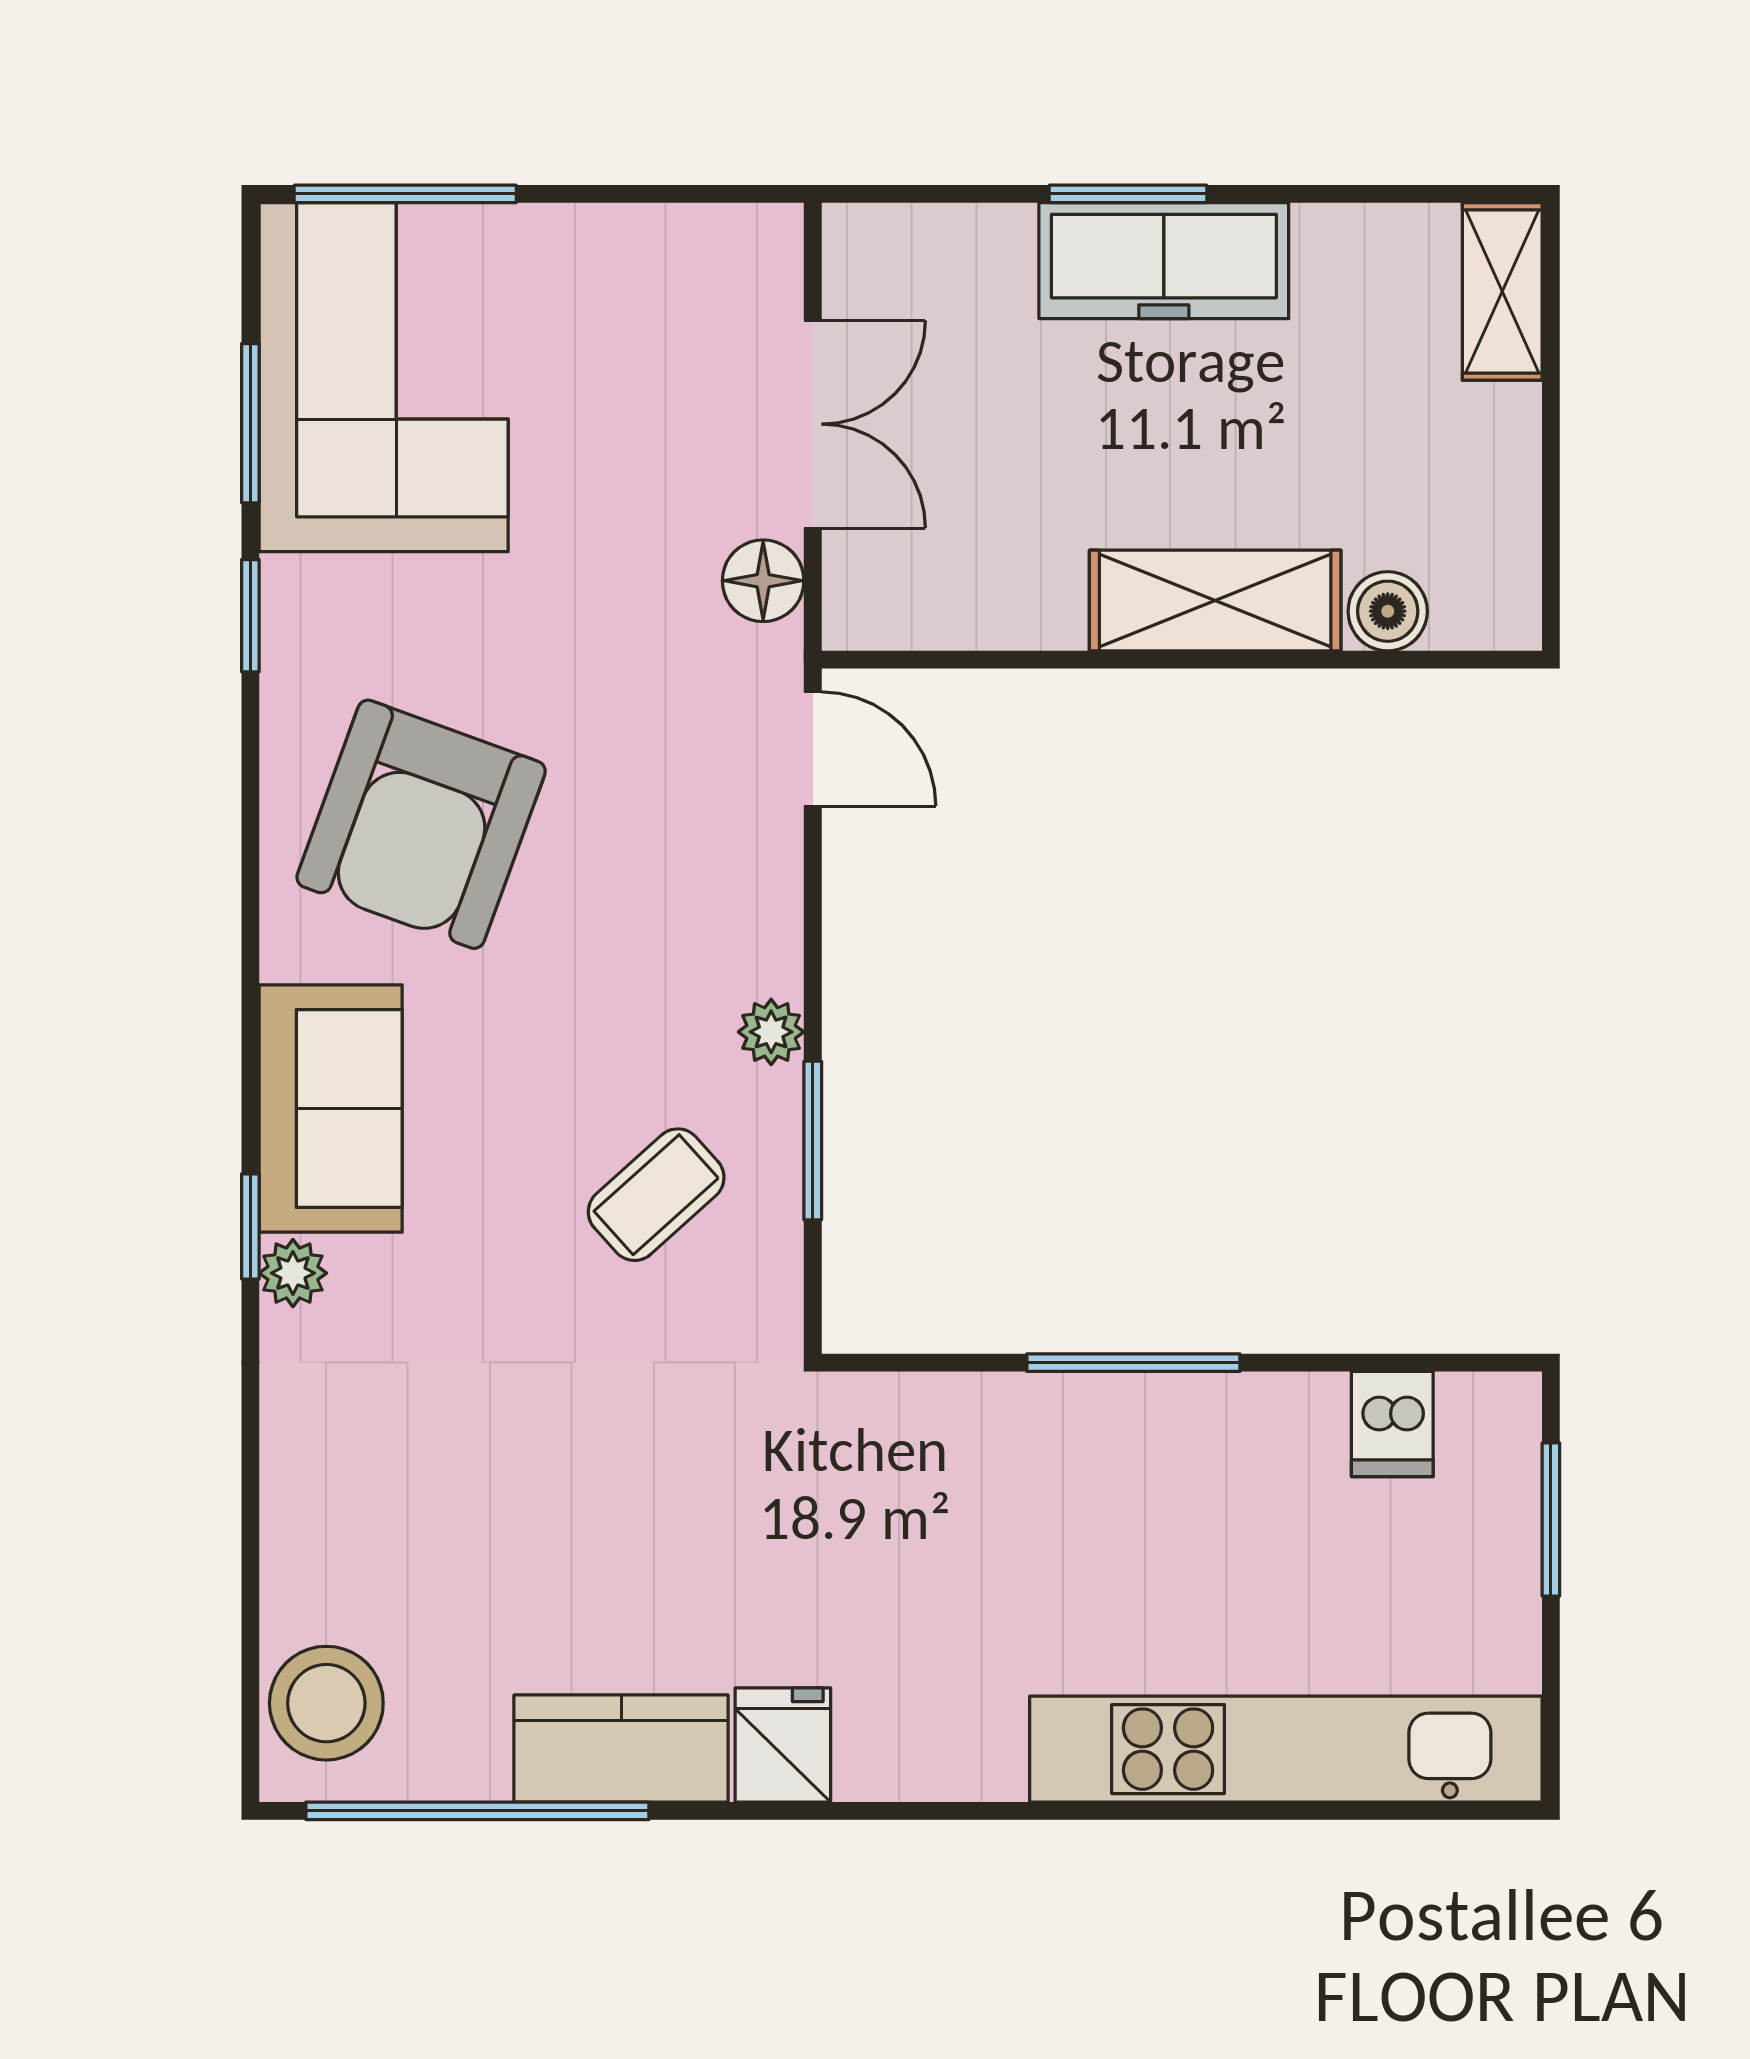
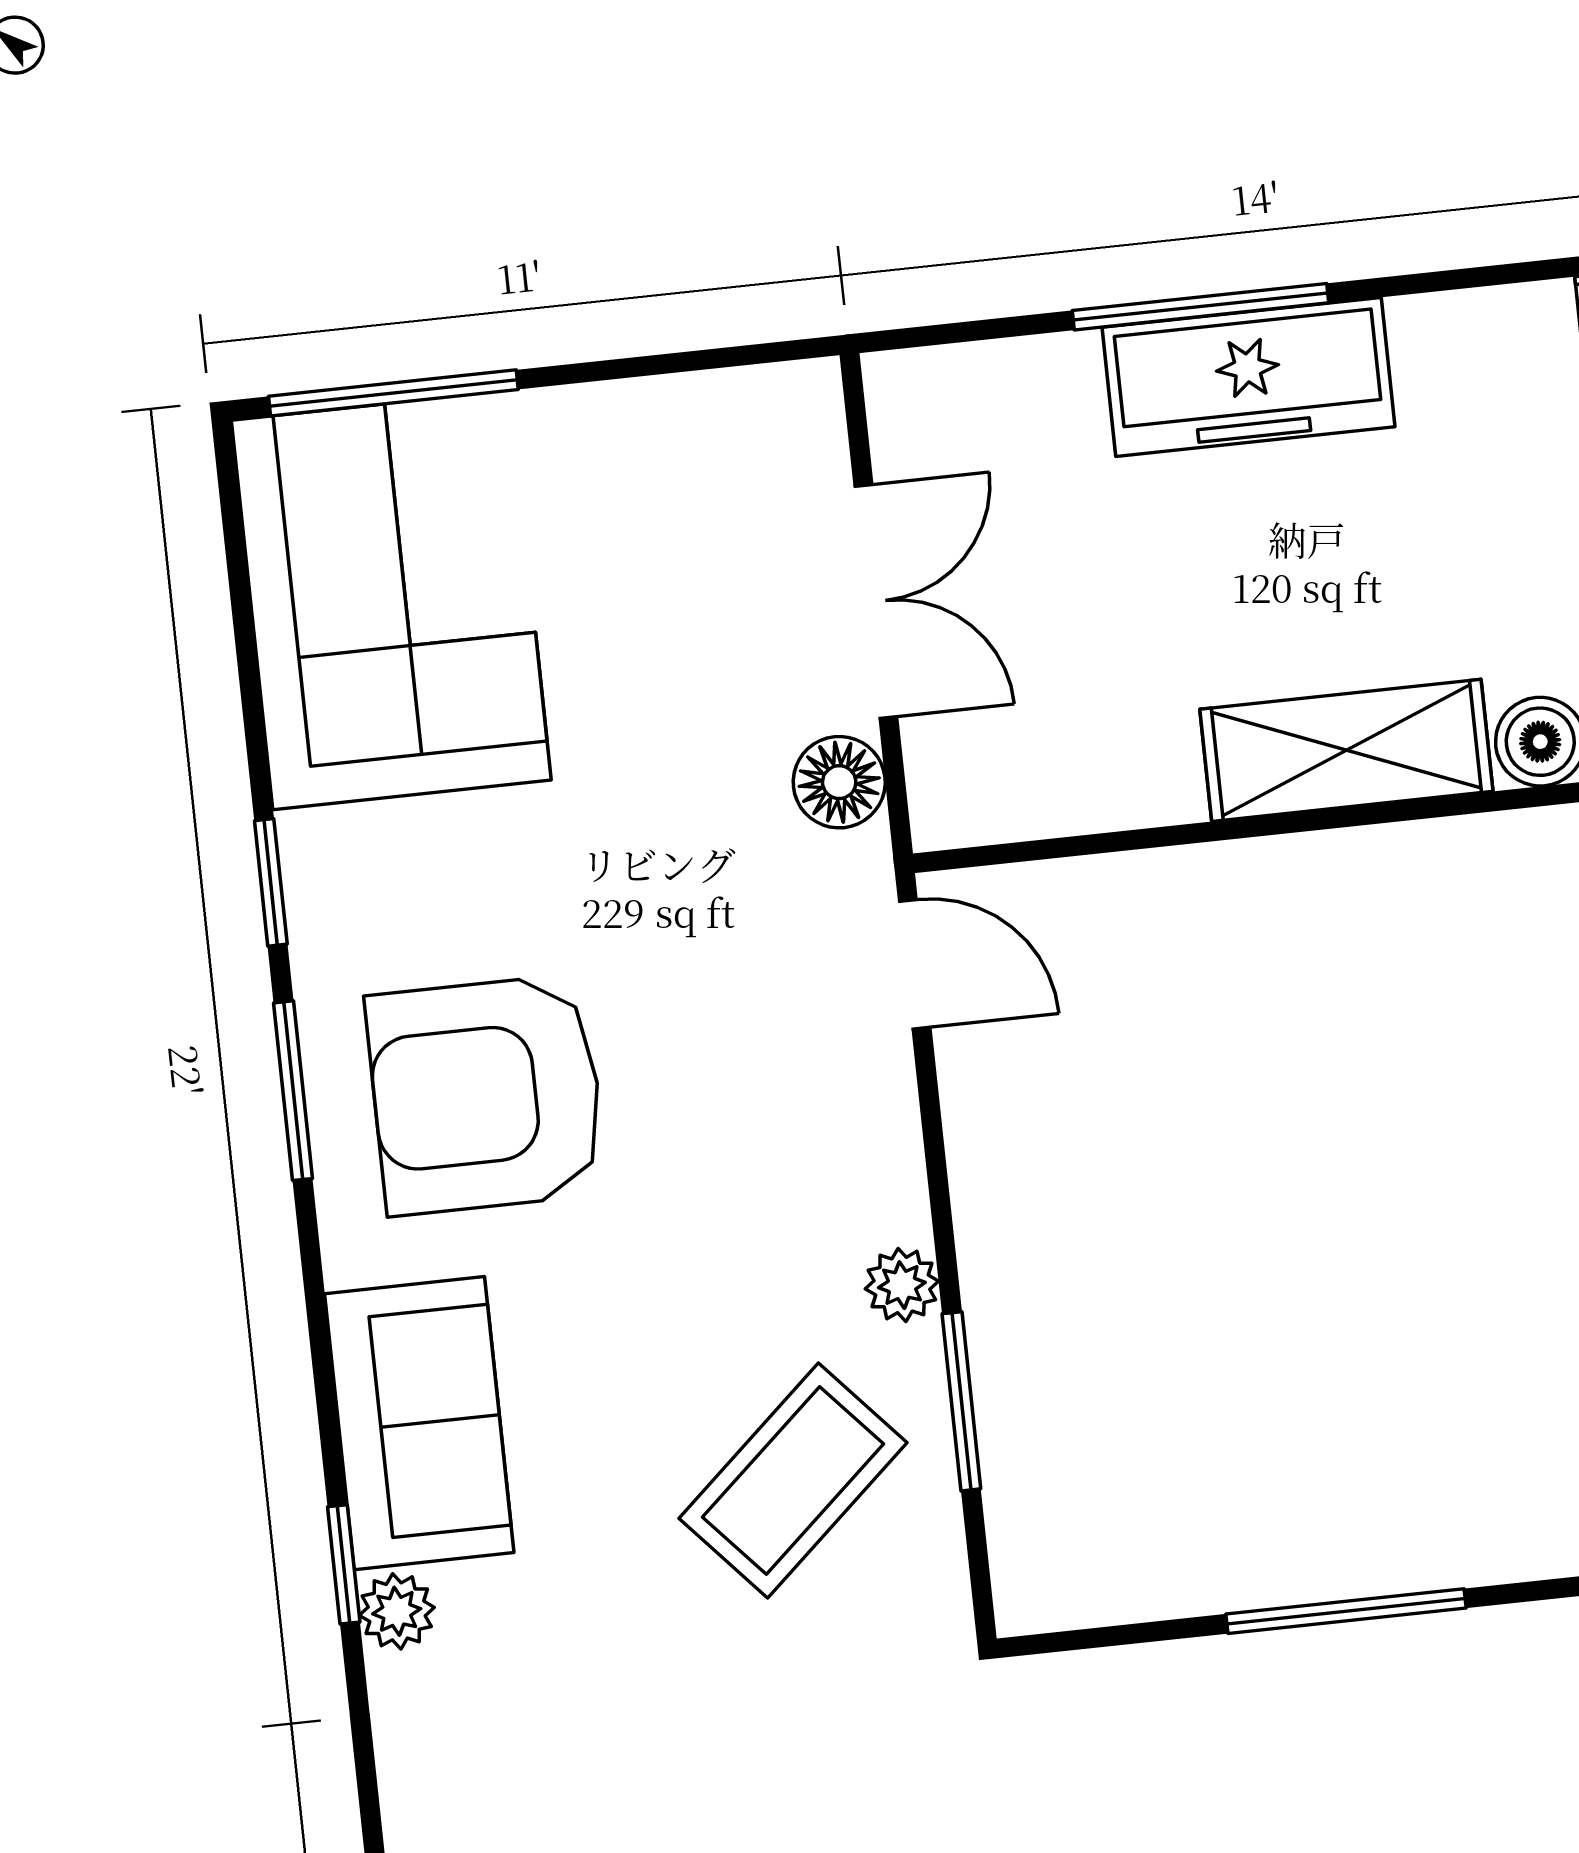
window: (1128, 194) -> (1200, 307), width x1.44
window: (250, 423) -> (293, 1091), moved
armchair: (421, 824) -> (486, 1095), turned 70
coffee table: (656, 1195) -> (793, 1480), width x1.36, depth x1.30

